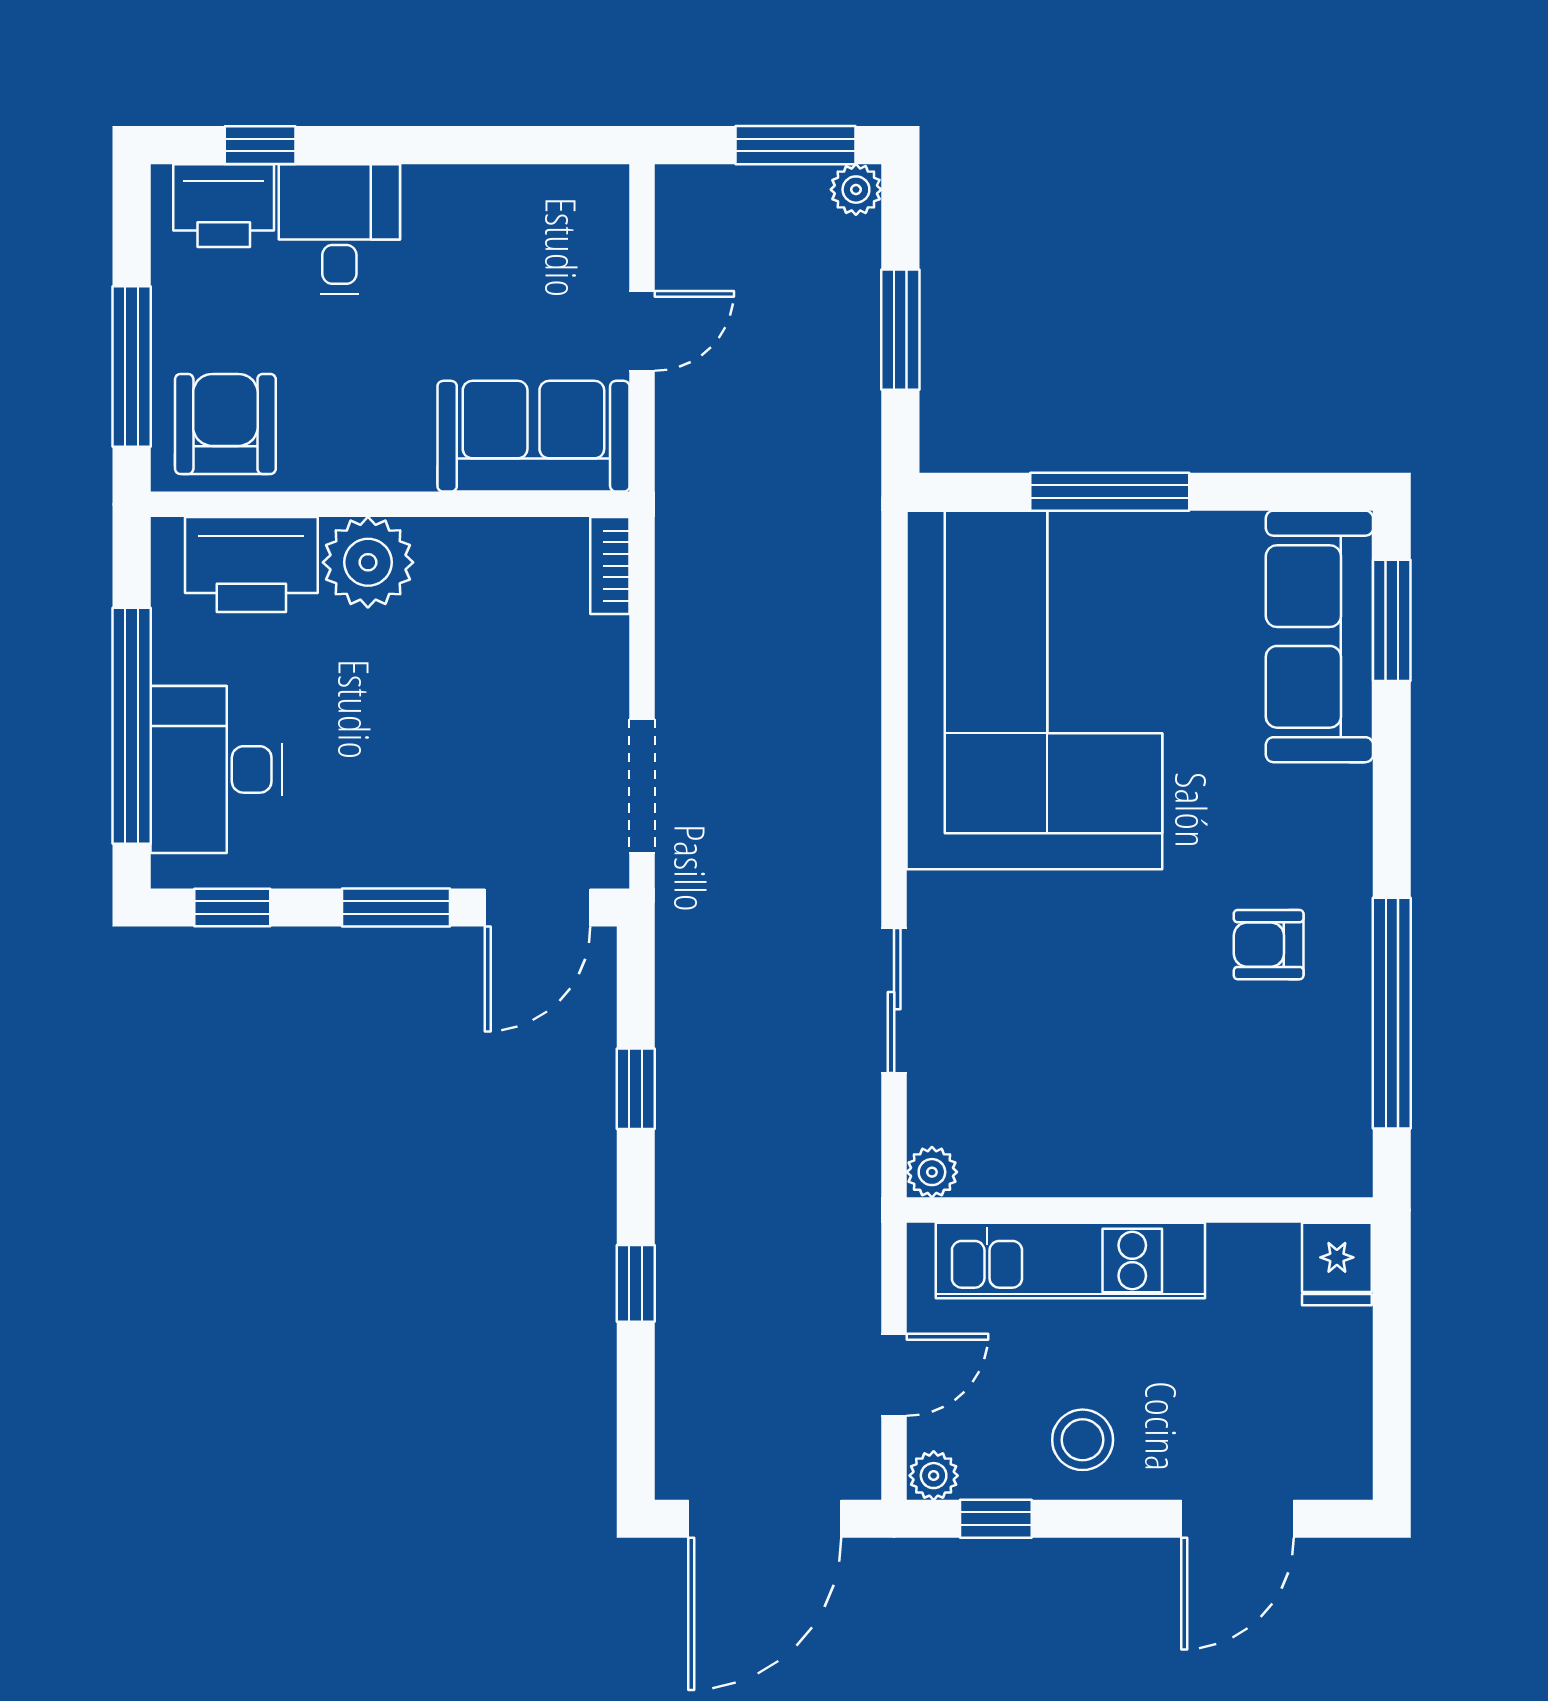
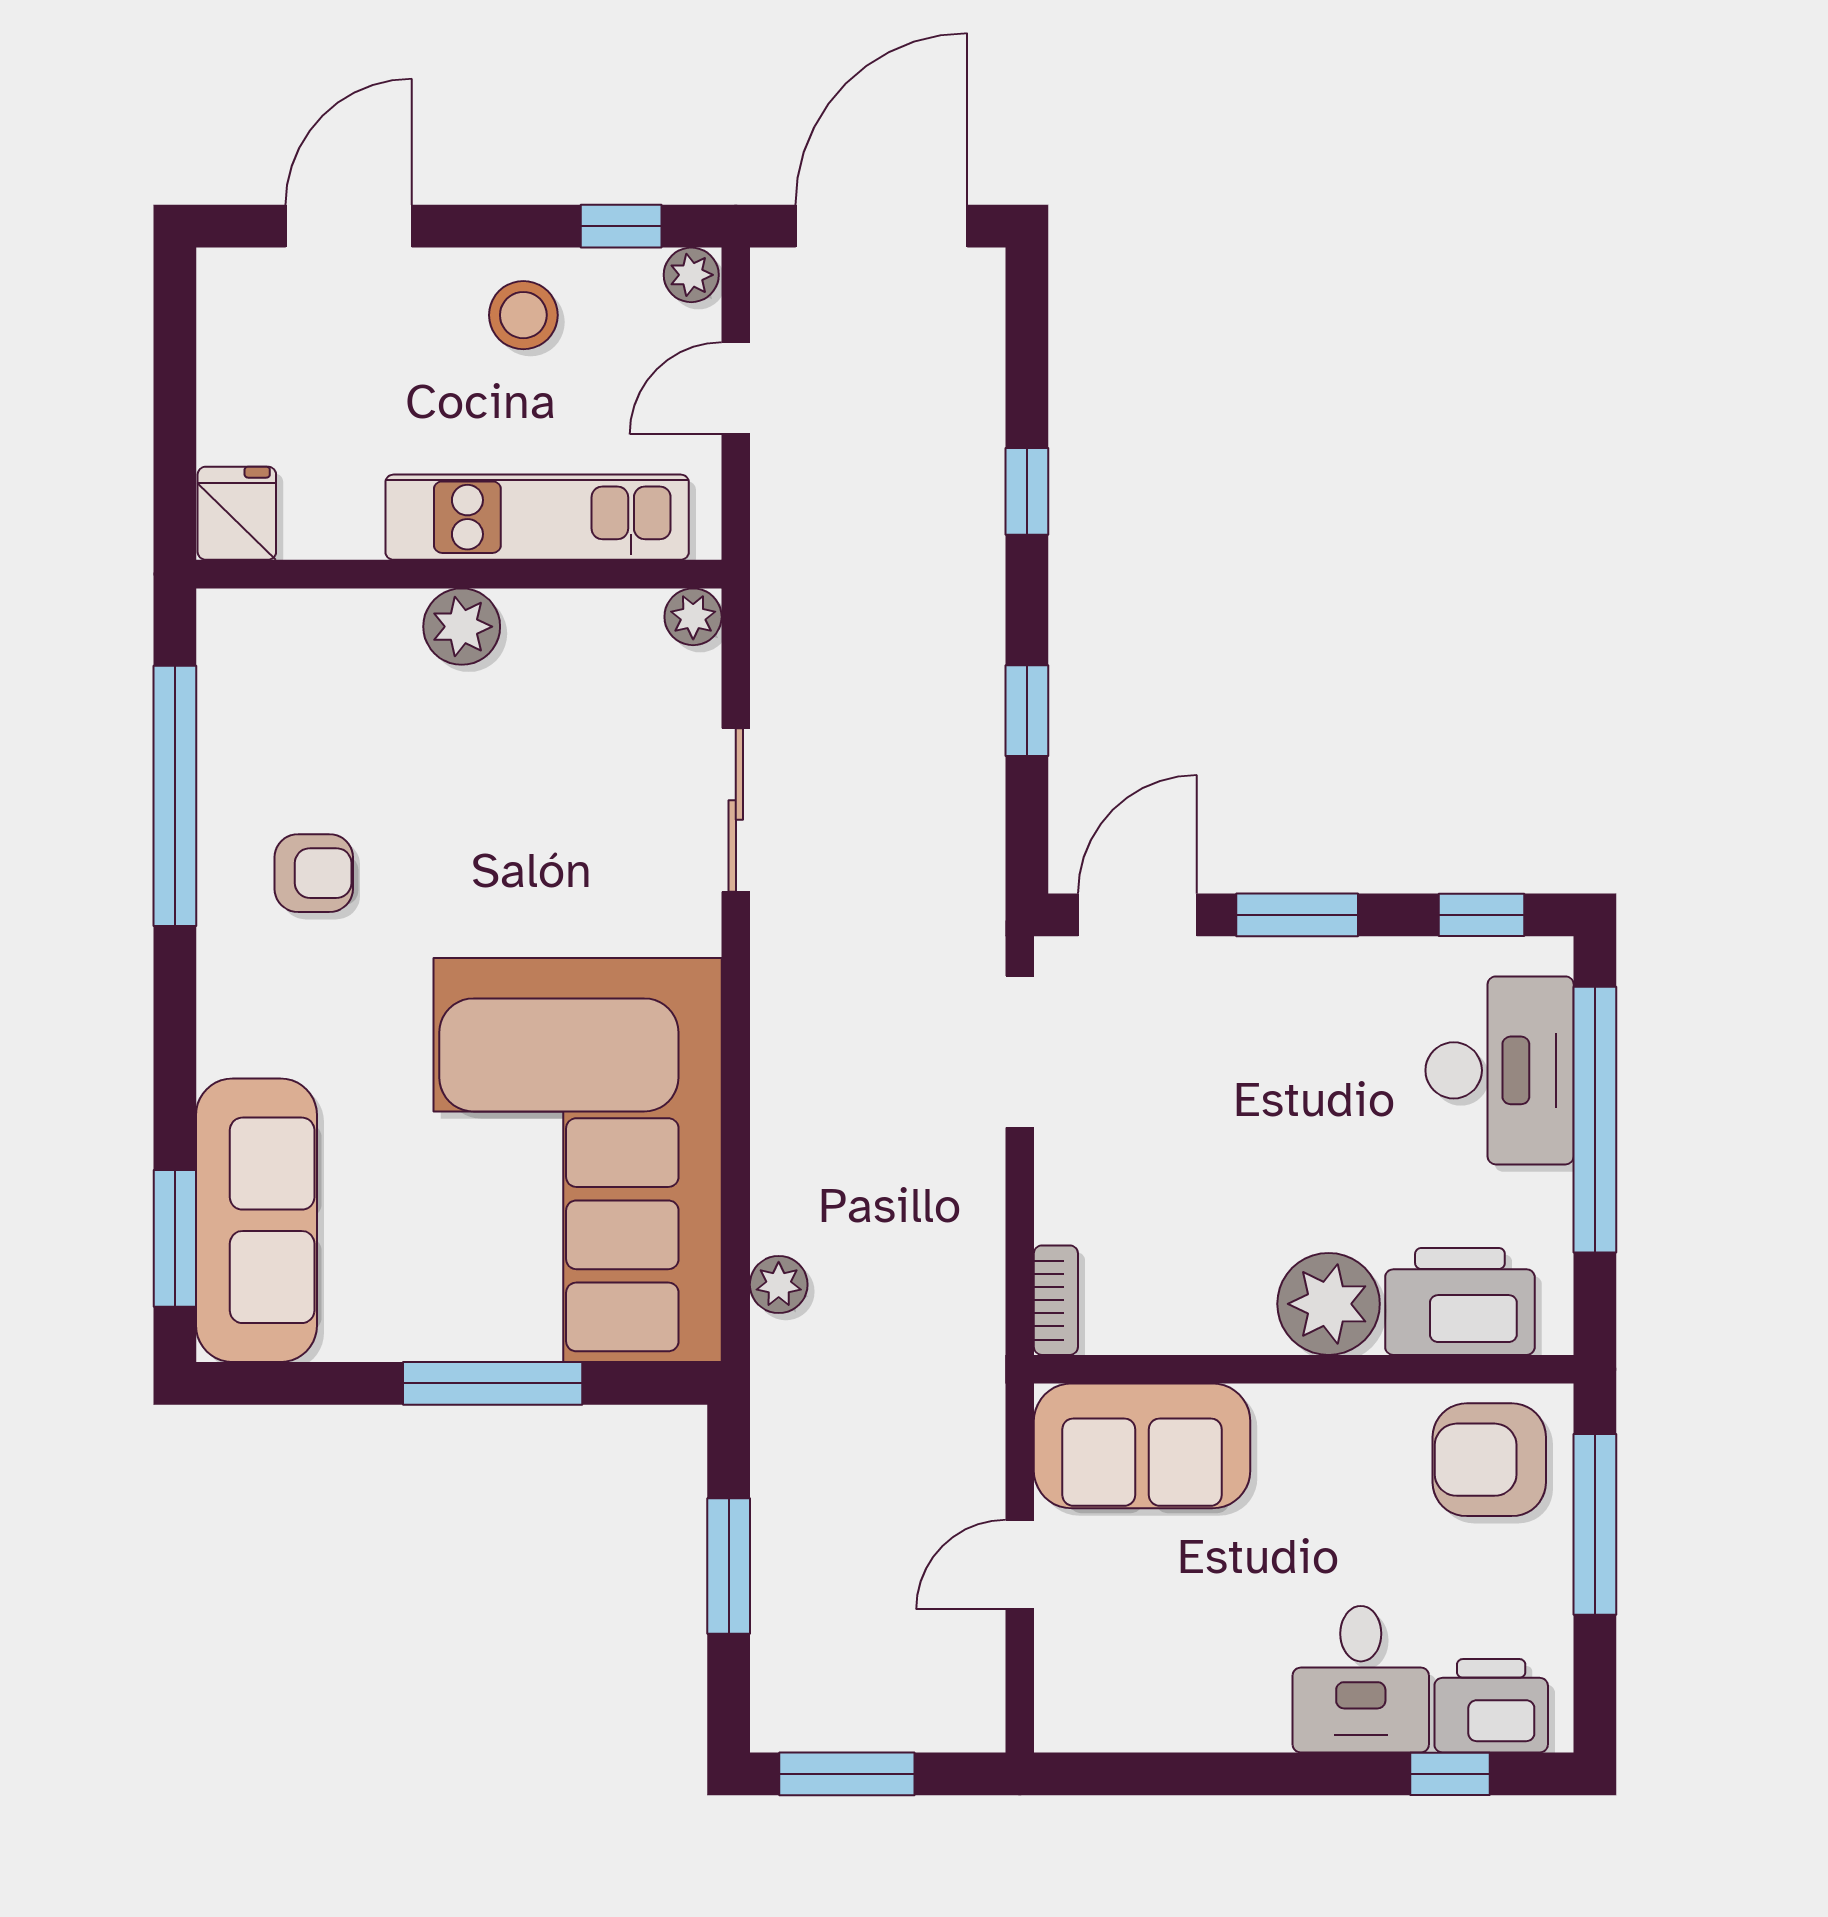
plant: (856, 190) -> (779, 1285), moved
armchair: (225, 424) -> (1489, 1460), turned 90
plant: (1137, 1163) -> (462, 627), added

